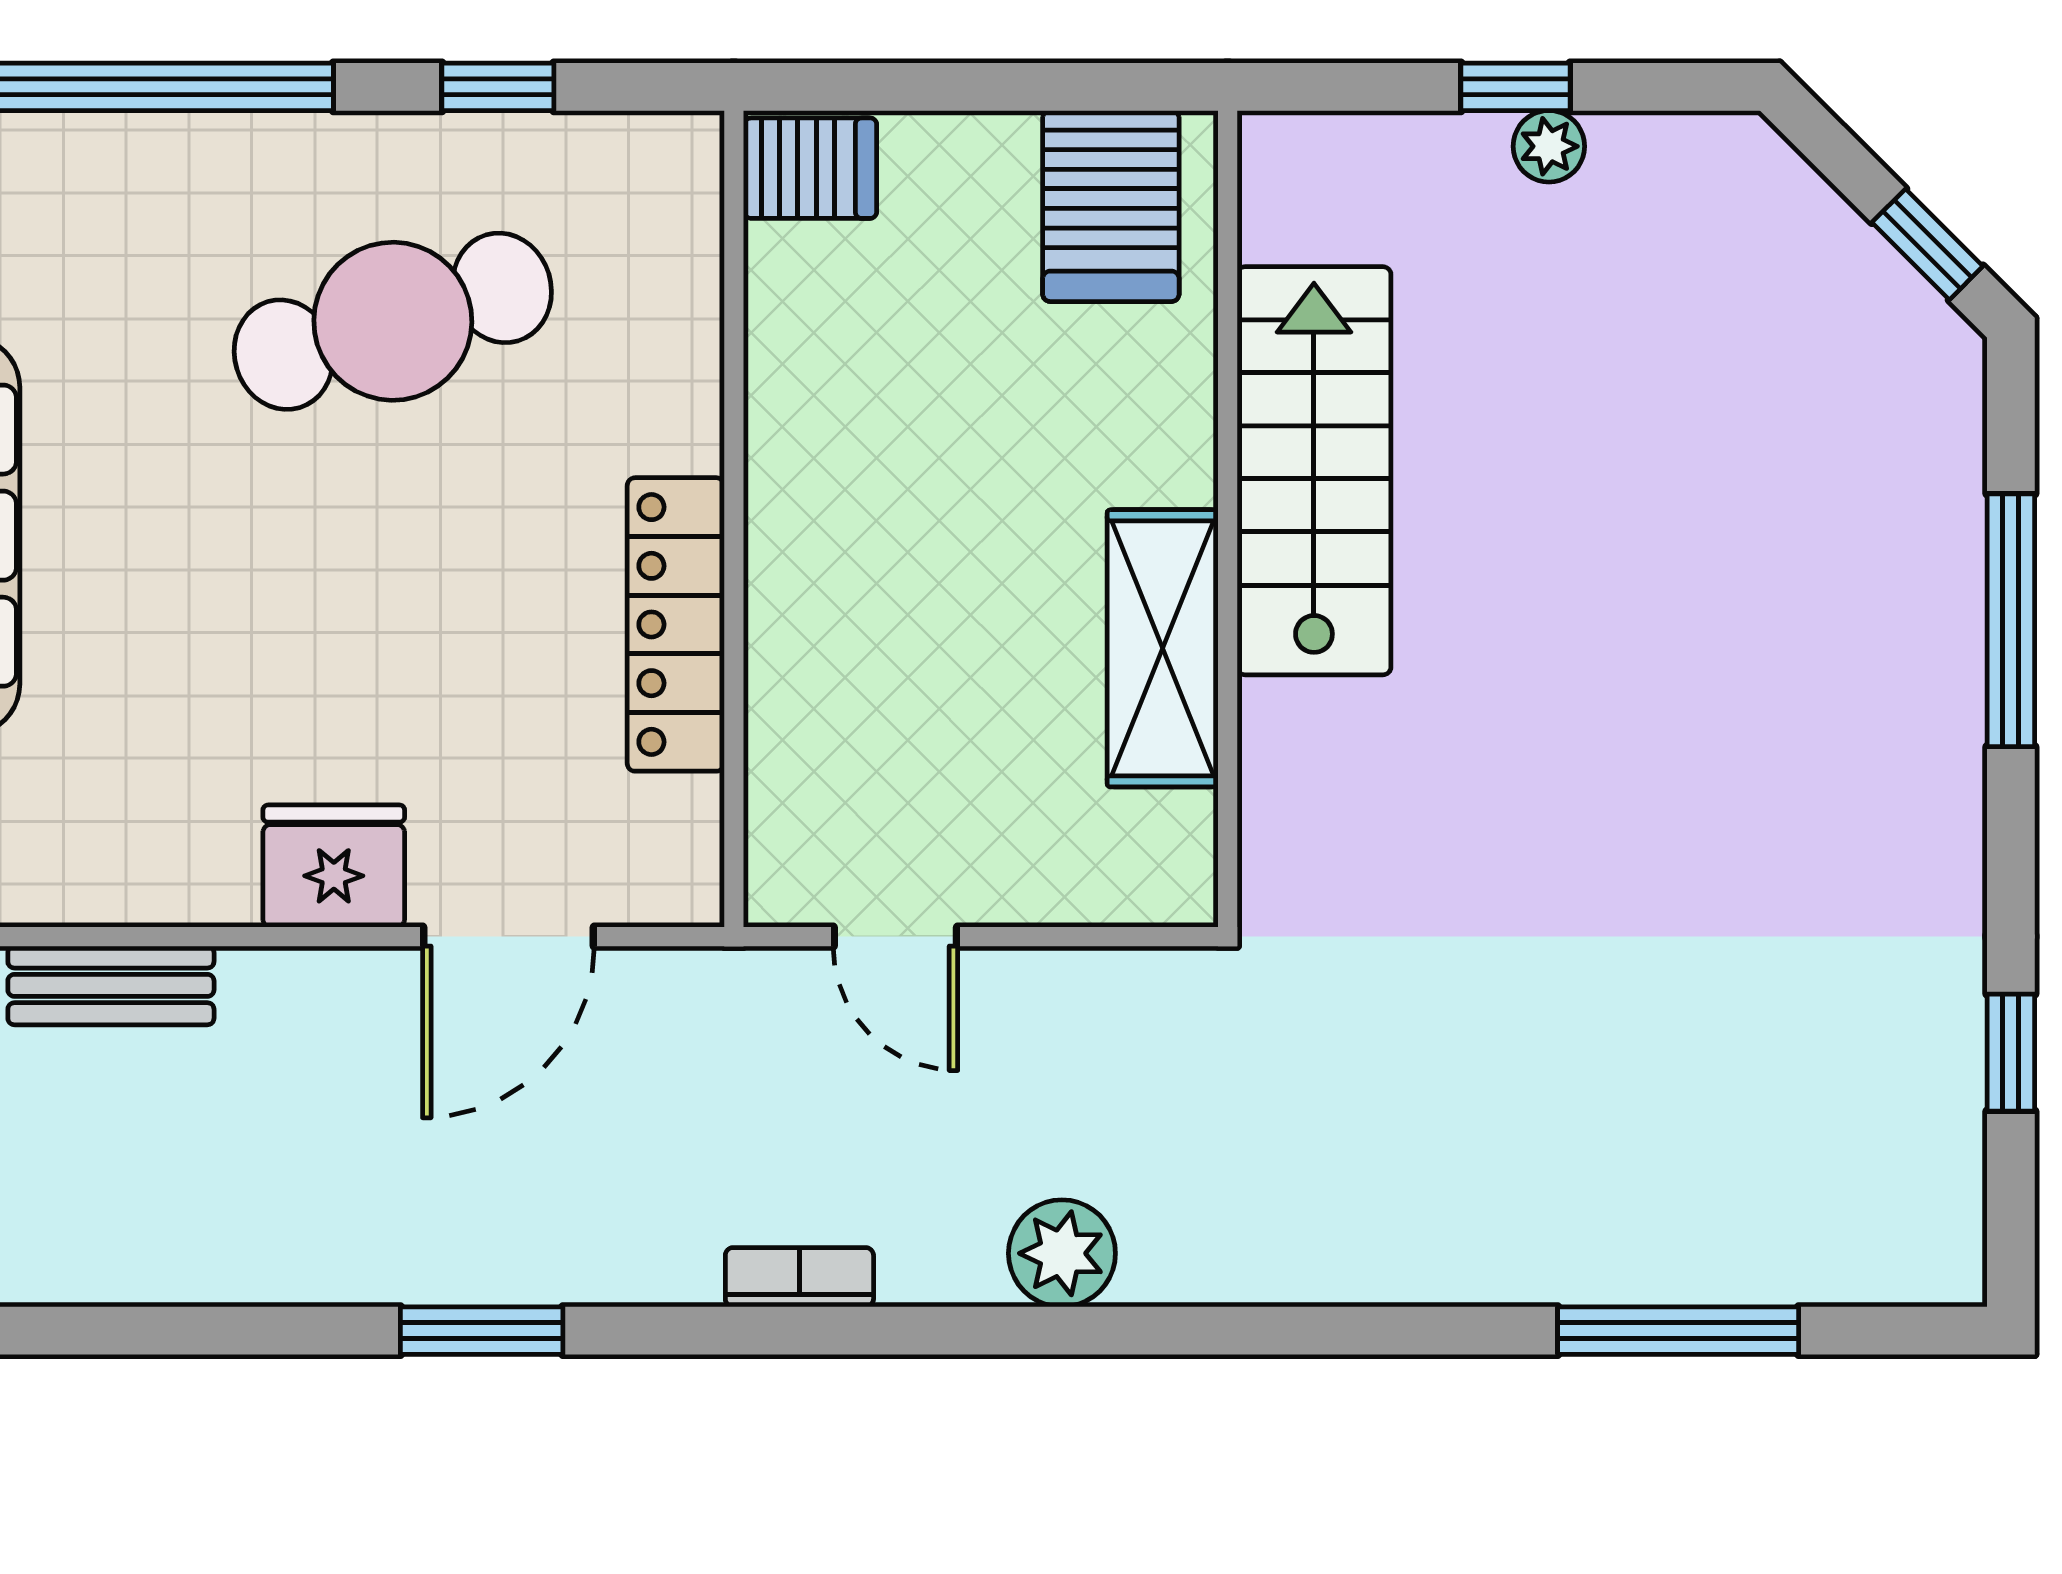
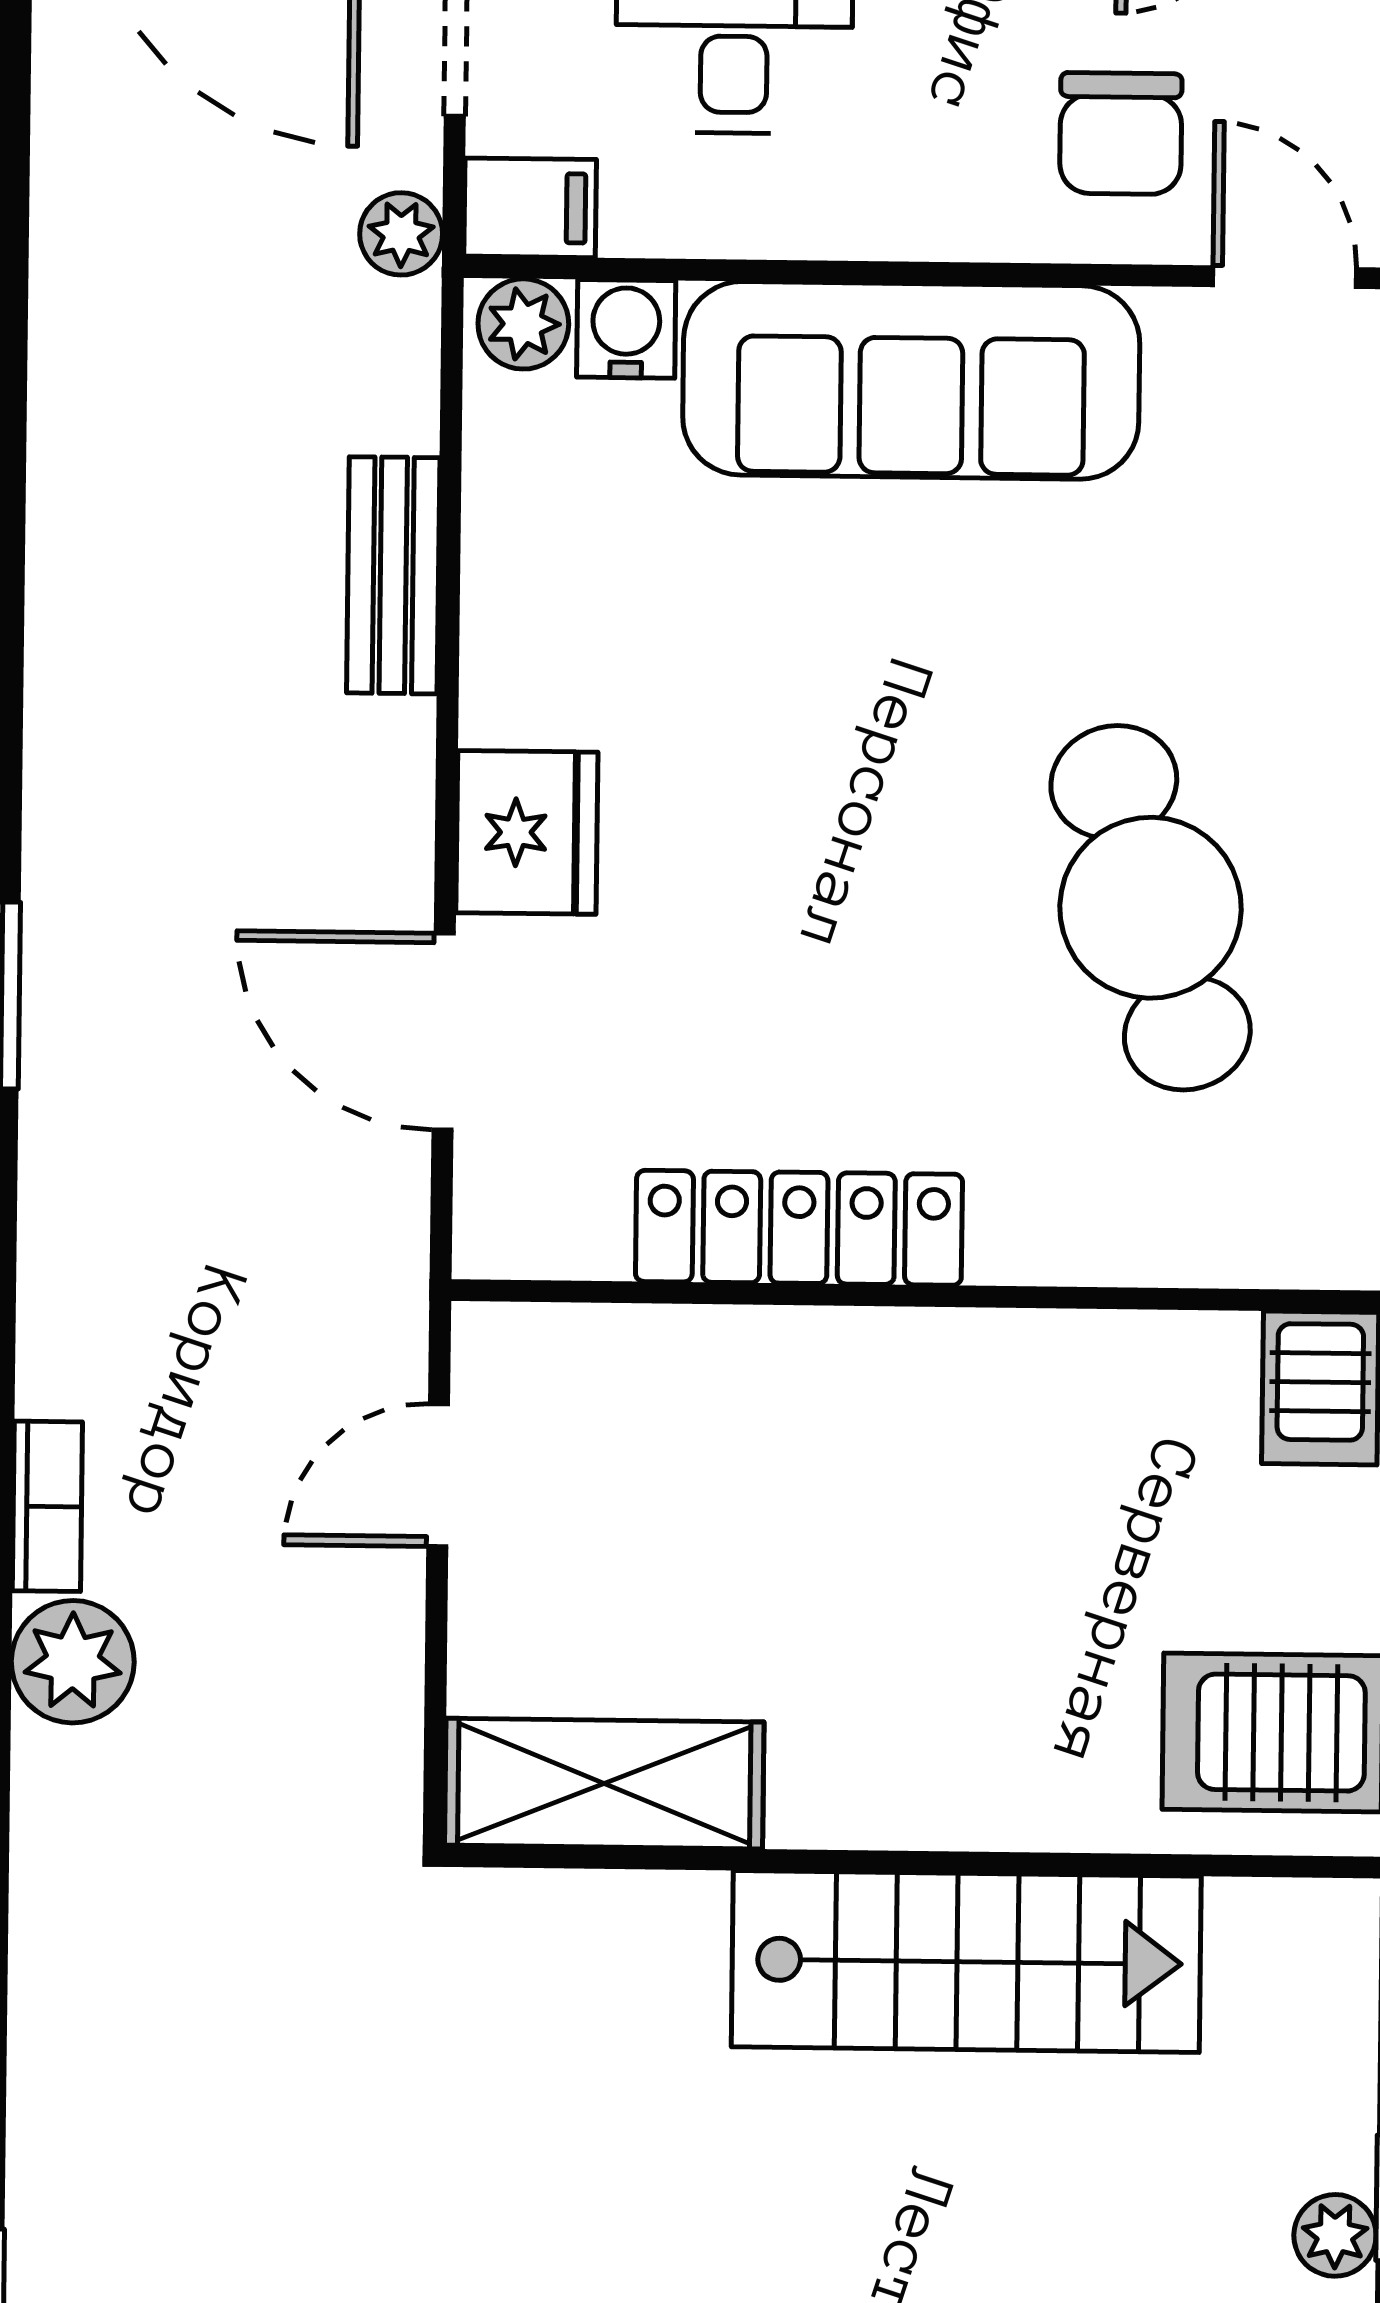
shelving: (1163, 648) -> (604, 1784), moved
bookcase: (799, 1277) -> (47, 1506), moved

